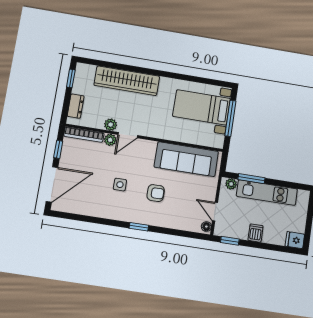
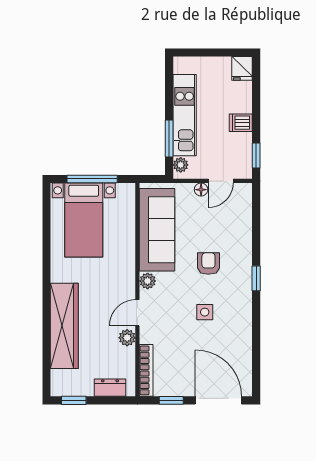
door: (128, 135) -> (137, 313), swing flipped
plant: (110, 140) -> (148, 281), moved
floor lamp: (206, 227) -> (201, 190), moved

